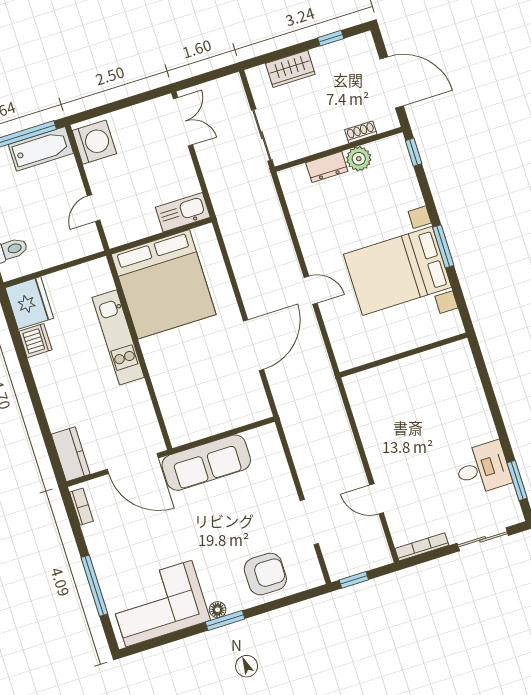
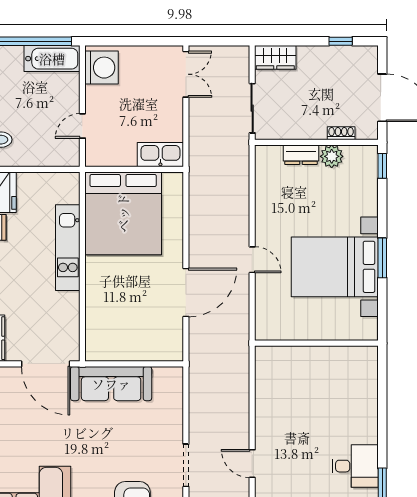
wardrobe: (290, 69) -> (275, 57), moved

